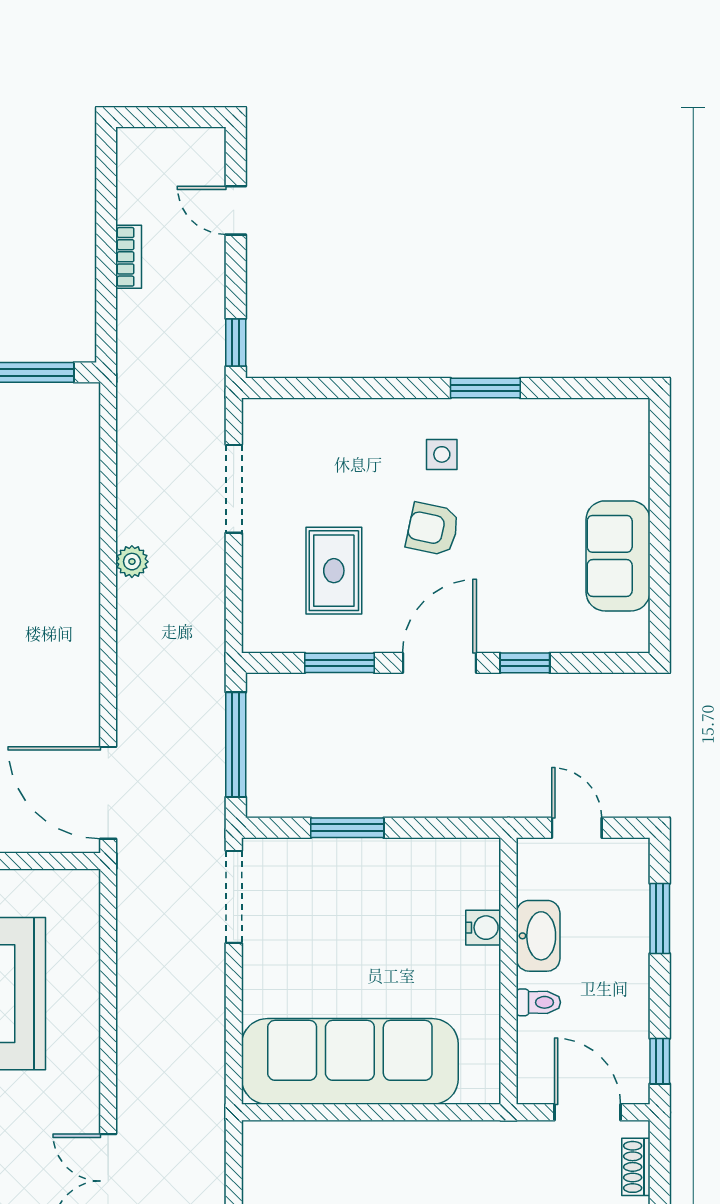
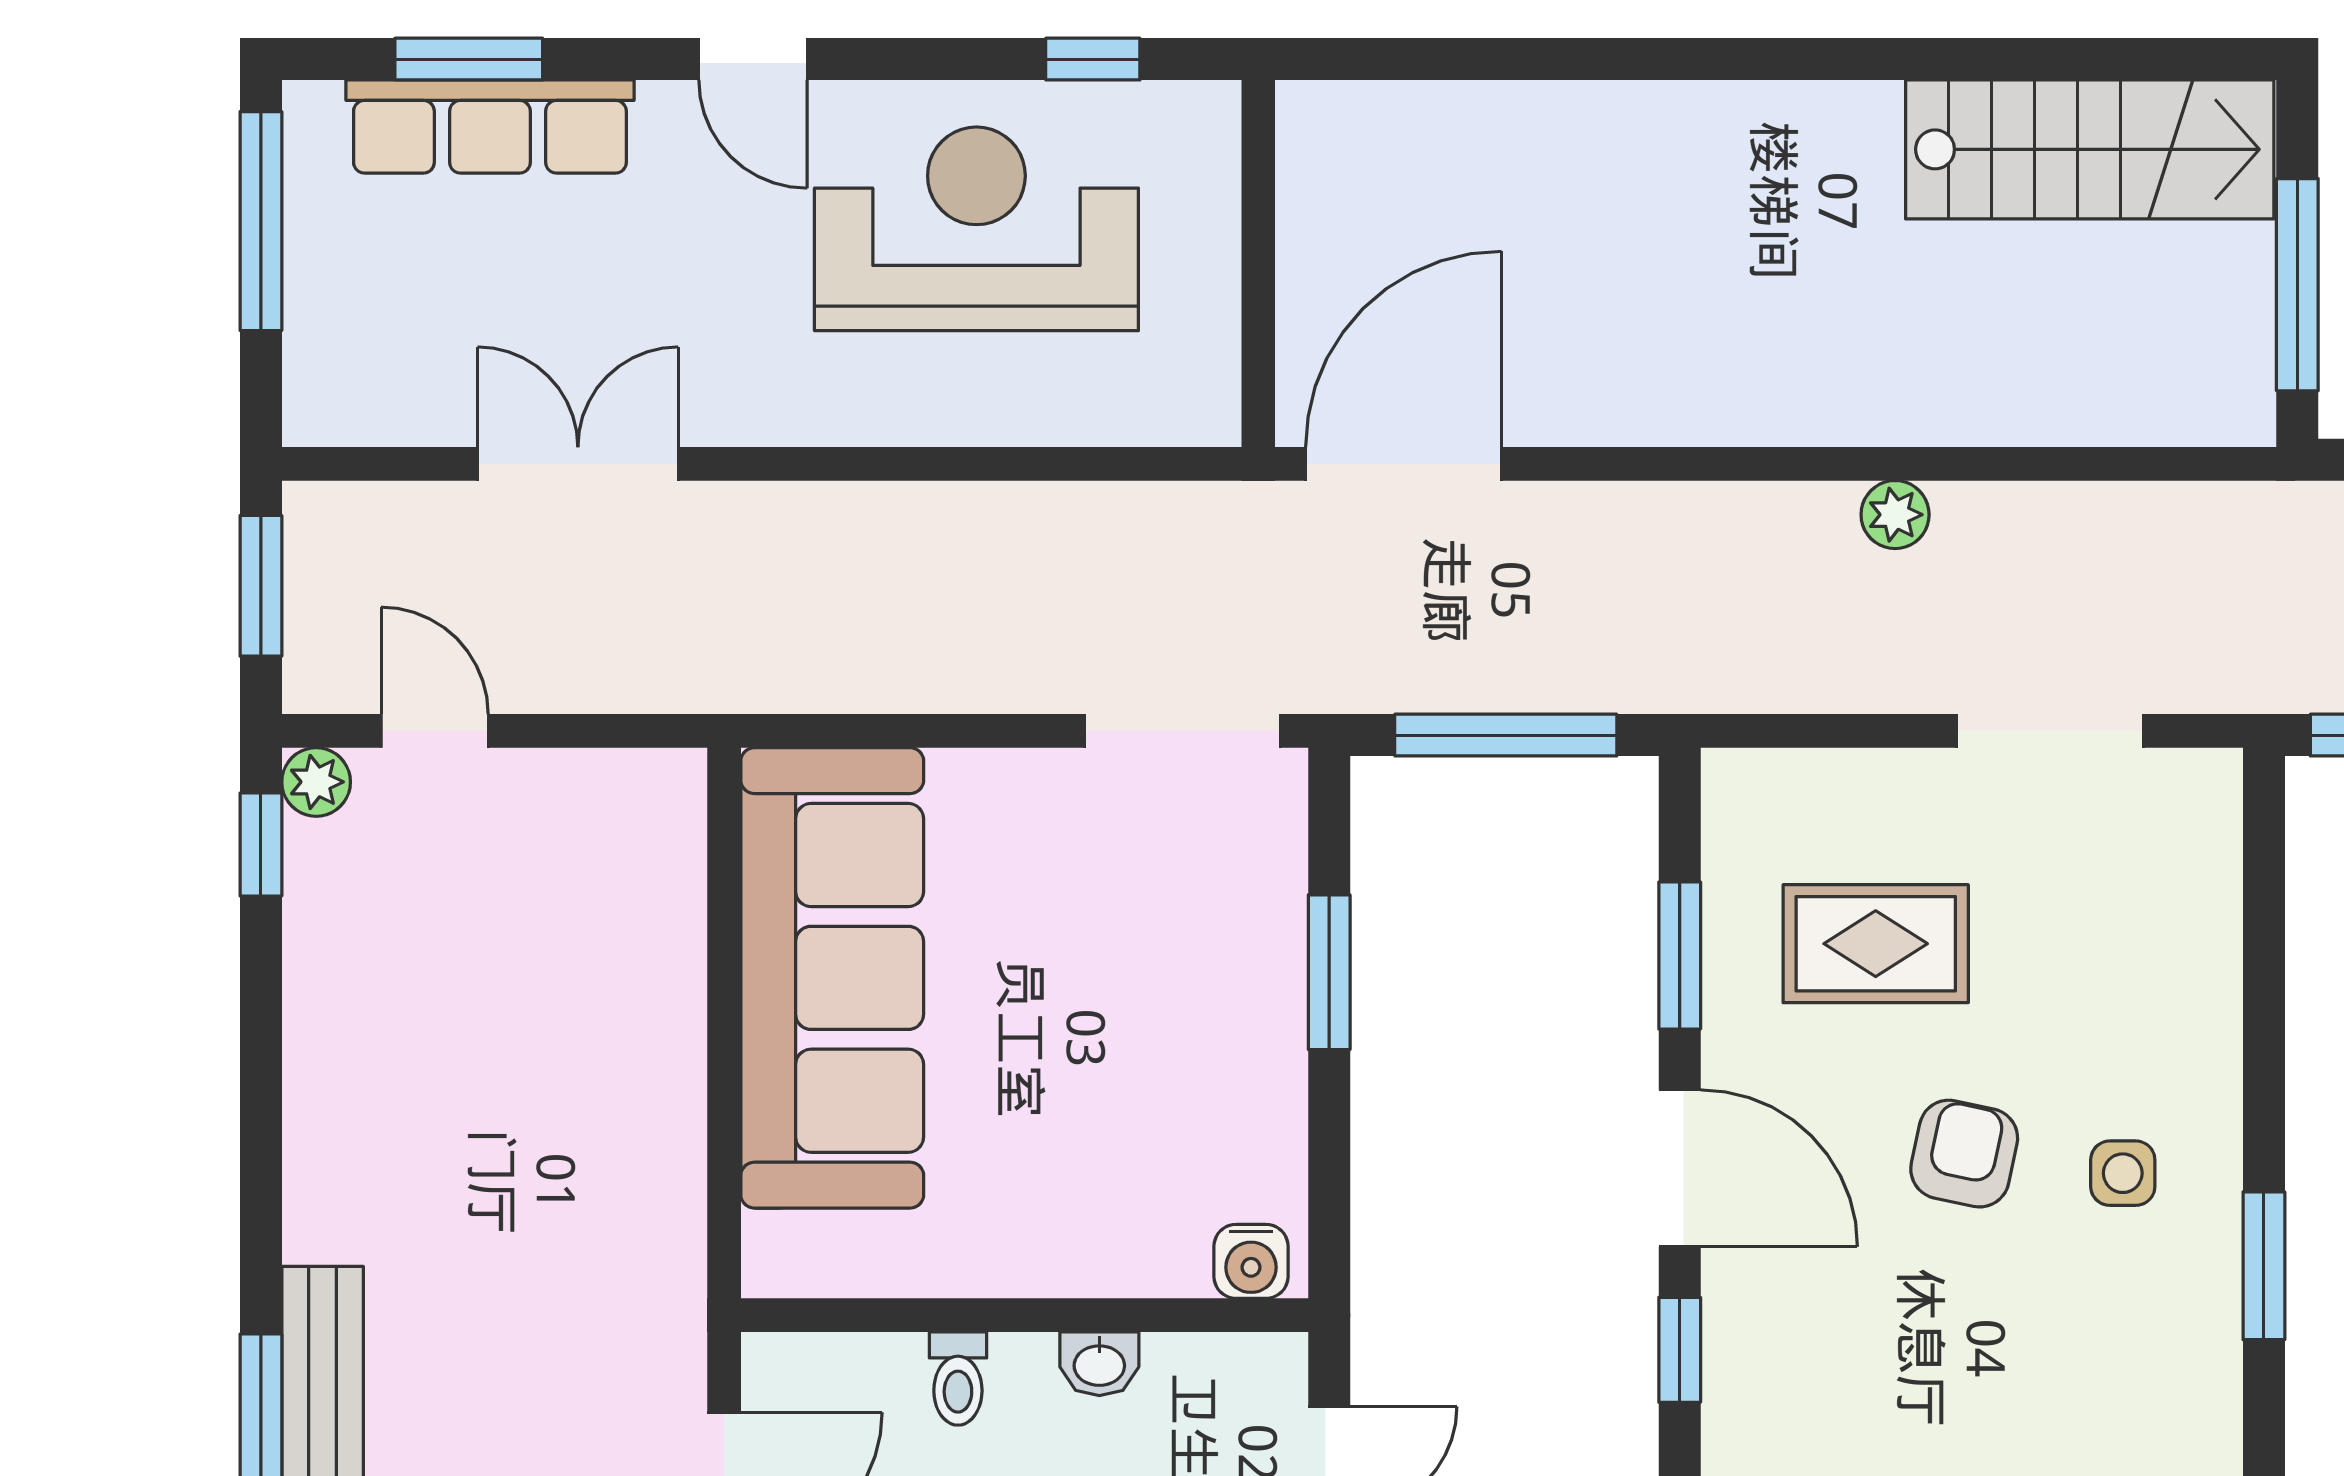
water cooler: (483, 928) -> (1251, 1261), moved
washbasin: (538, 936) -> (1099, 1364), width x0.52, depth x0.69

